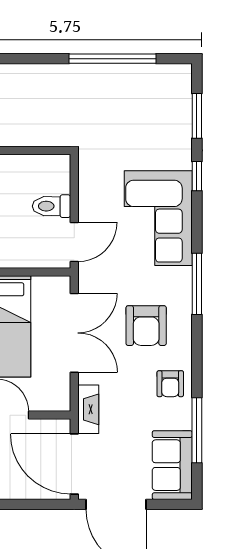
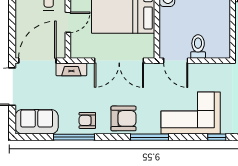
armchair: (146, 326) -> (124, 118), moved, turned 180
window: (197, 430) -> (74, 137), moved

